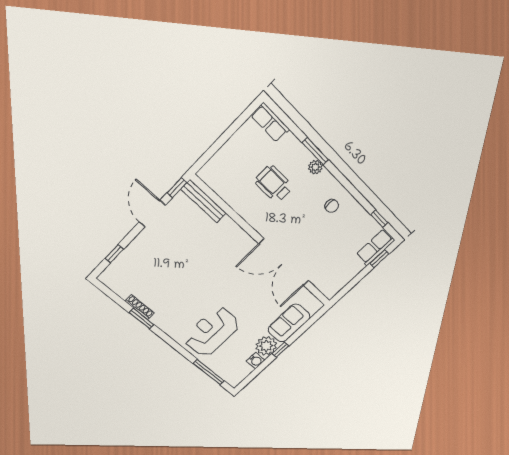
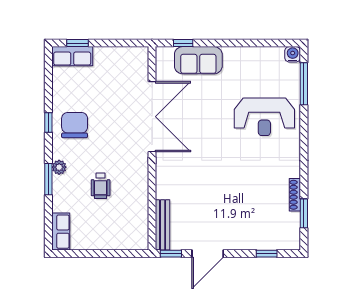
wheelchair: (274, 184) -> (101, 186), width x0.73, depth x0.73
chair: (332, 206) -> (75, 125), width x1.87, depth x1.87
window: (379, 219) -> (48, 123), moved
window: (141, 319) -> (304, 213), moved
plant: (266, 346) -> (236, 59), removed
window: (280, 350) -> (183, 43), moved
water cooler: (256, 361) -> (293, 54), moved

